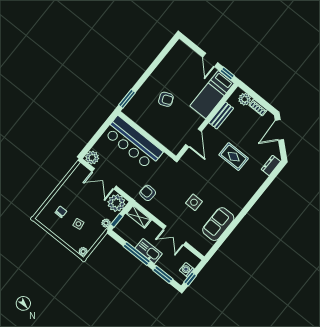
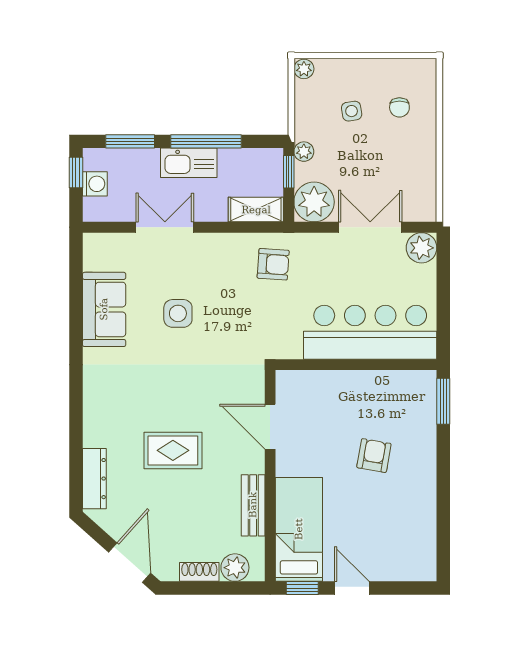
armchair: (166, 99) -> (374, 456), turned 123
dresser: (271, 165) -> (94, 479), width x1.44

